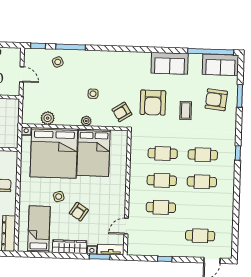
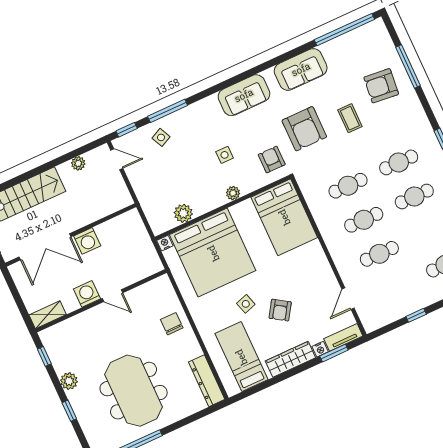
sofa: (220, 65) -> (244, 95), moved
door: (22, 74) -> (117, 159), moved
window: (240, 96) -> (408, 66), width x1.44
armchair: (122, 112) -> (272, 160), turned 123
bed: (93, 153) -> (284, 217), moved

